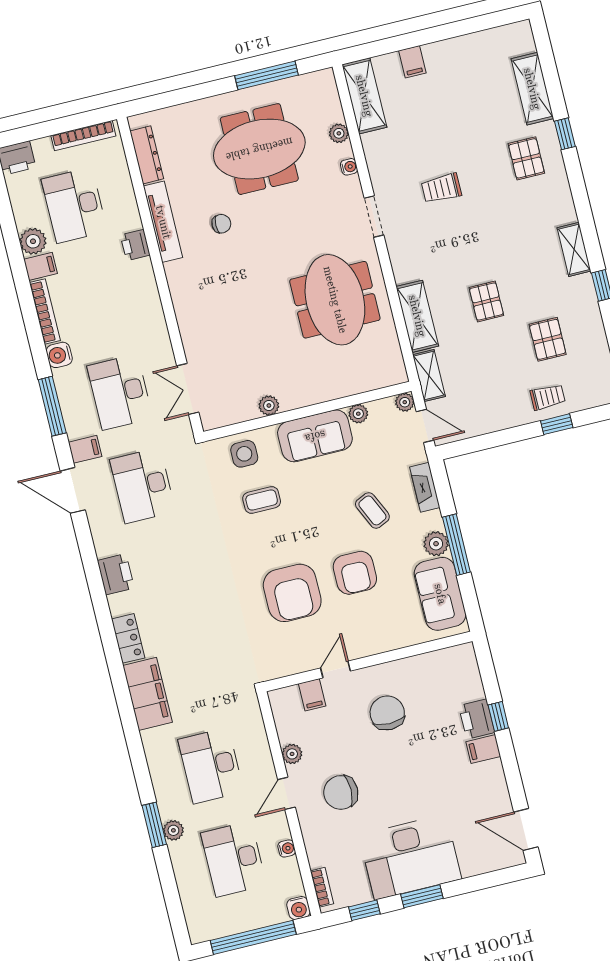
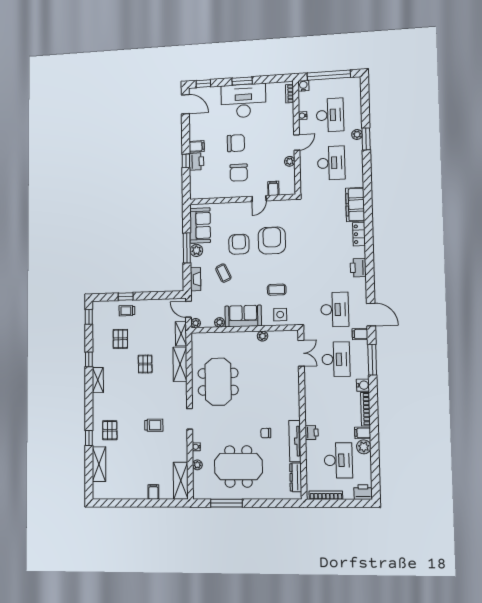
chair: (341, 792) -> (236, 143), moved
window: (364, 910) -> (203, 84), moved

